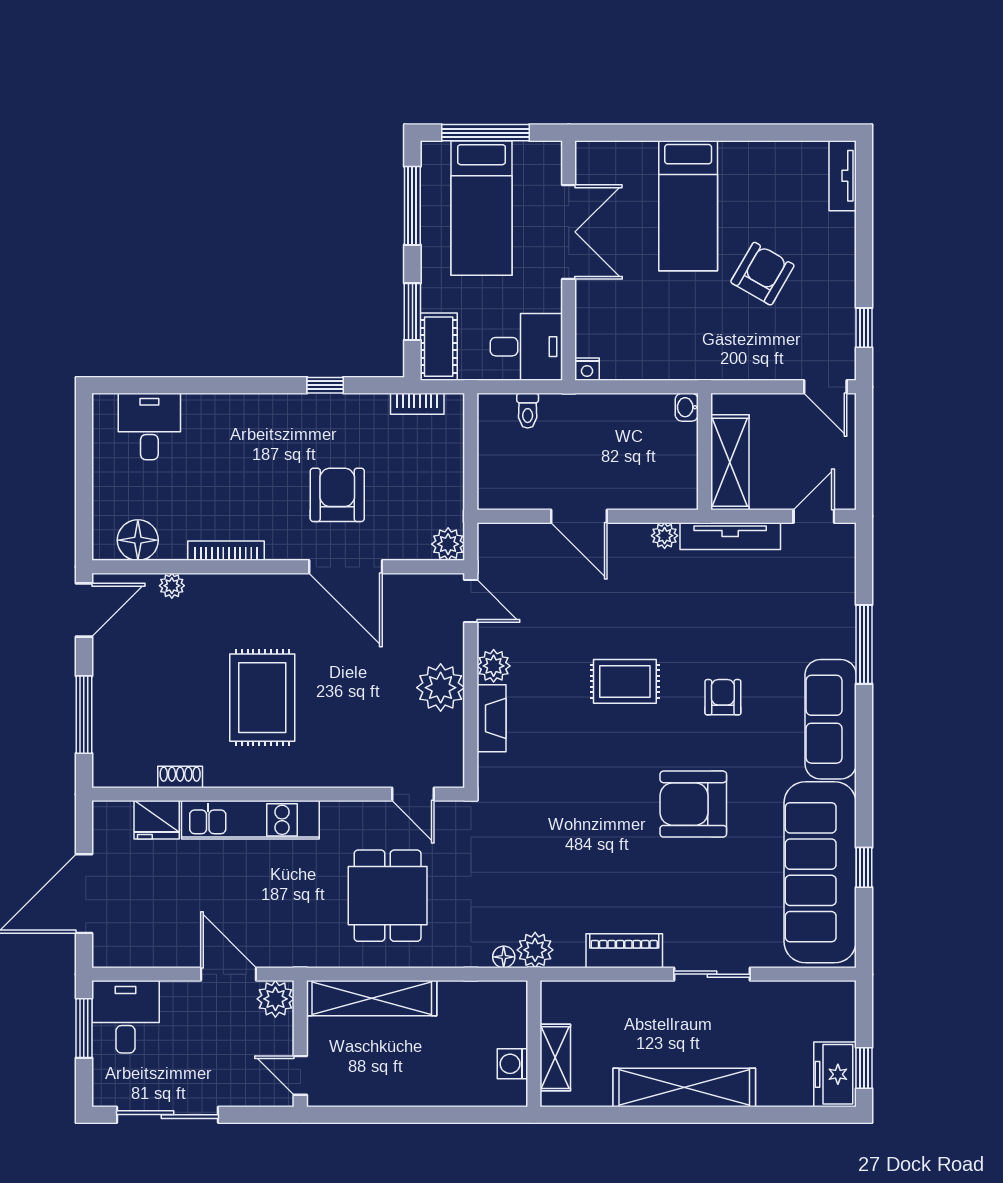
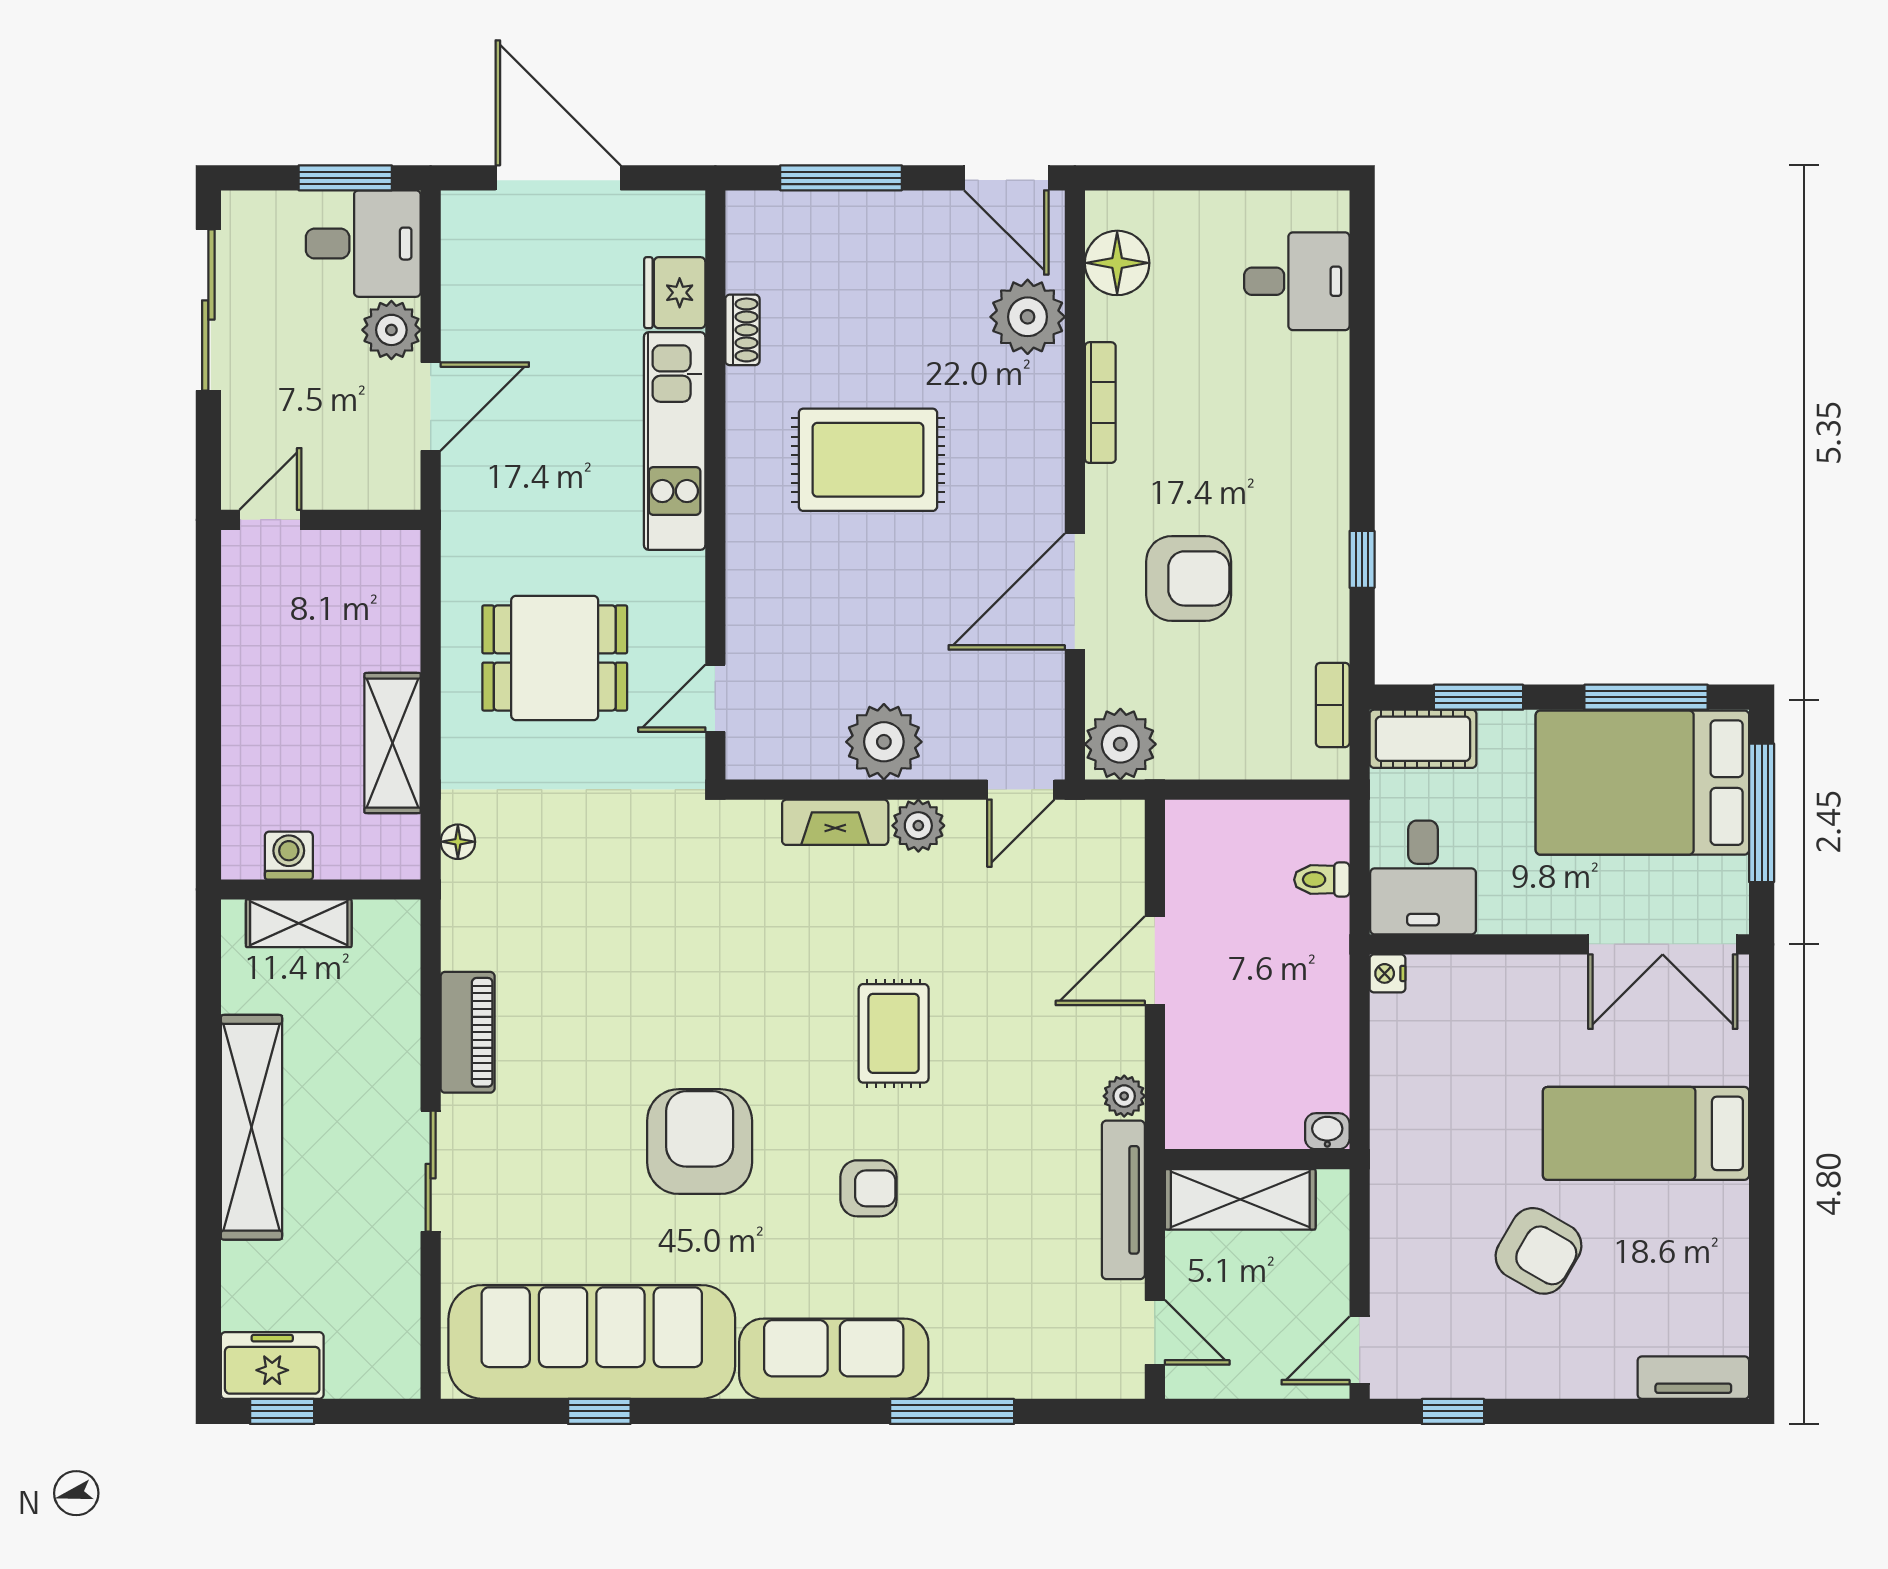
bed: (482, 208) -> (1642, 783), width x1.50
double door: (569, 232) -> (1663, 944), moved
plant: (448, 544) -> (1120, 744), width x1.36, depth x1.36
plant: (172, 586) -> (1028, 317), width x1.88, depth x1.88
plant: (535, 950) -> (469, 891), removed
shelving: (372, 998) -> (393, 743), moved, width x0.68
plant: (275, 999) -> (391, 330), moved

